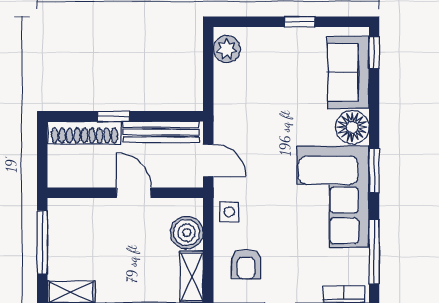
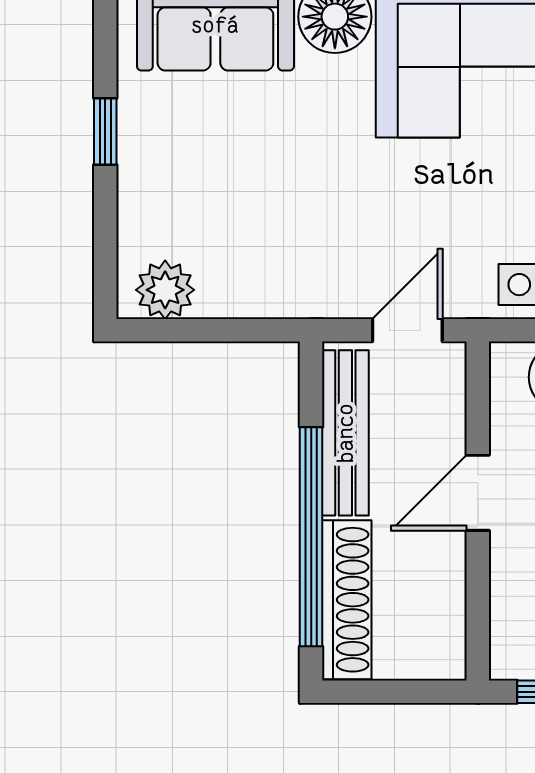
window: (113, 116) -> (311, 537), width x3.17

